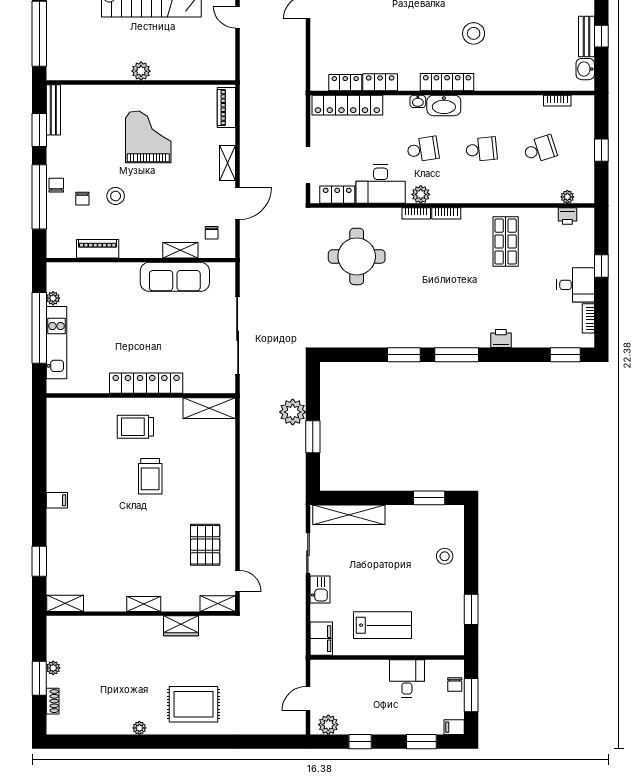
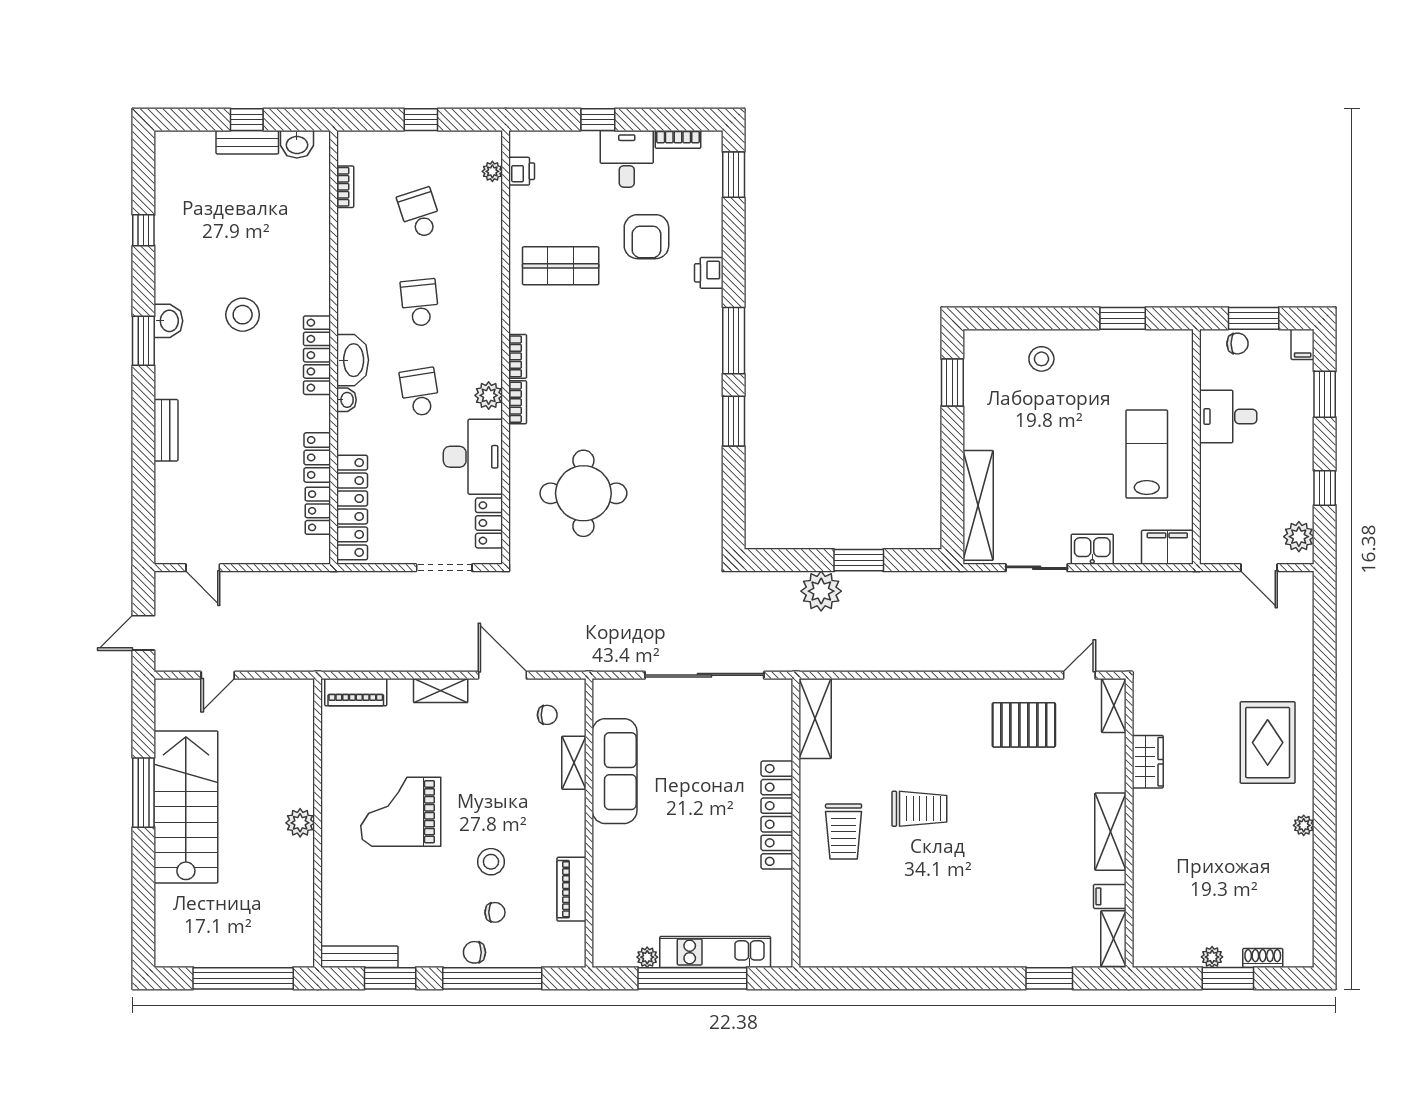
armchair: (525, 298) -> (646, 237), added
filing cabinet: (57, 500) -> (1110, 896), moved, turned -90
shelving: (144, 604) -> (1110, 832), width x1.50, depth x1.33

